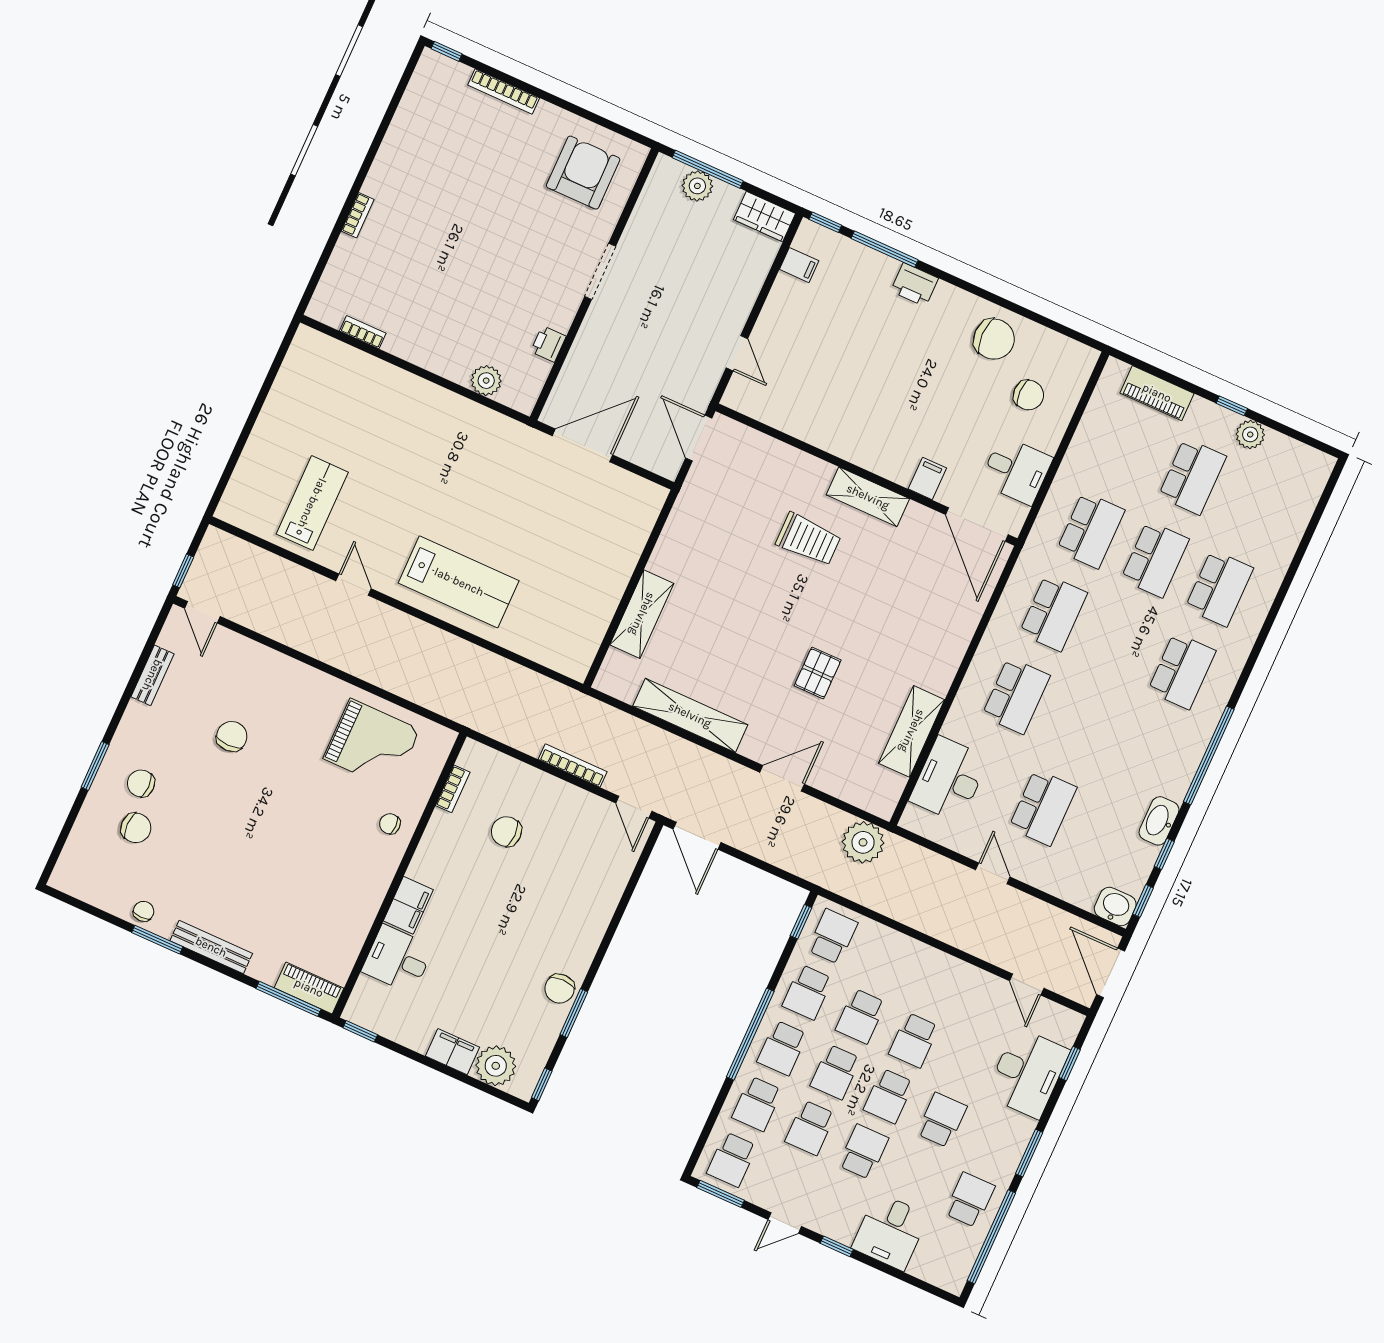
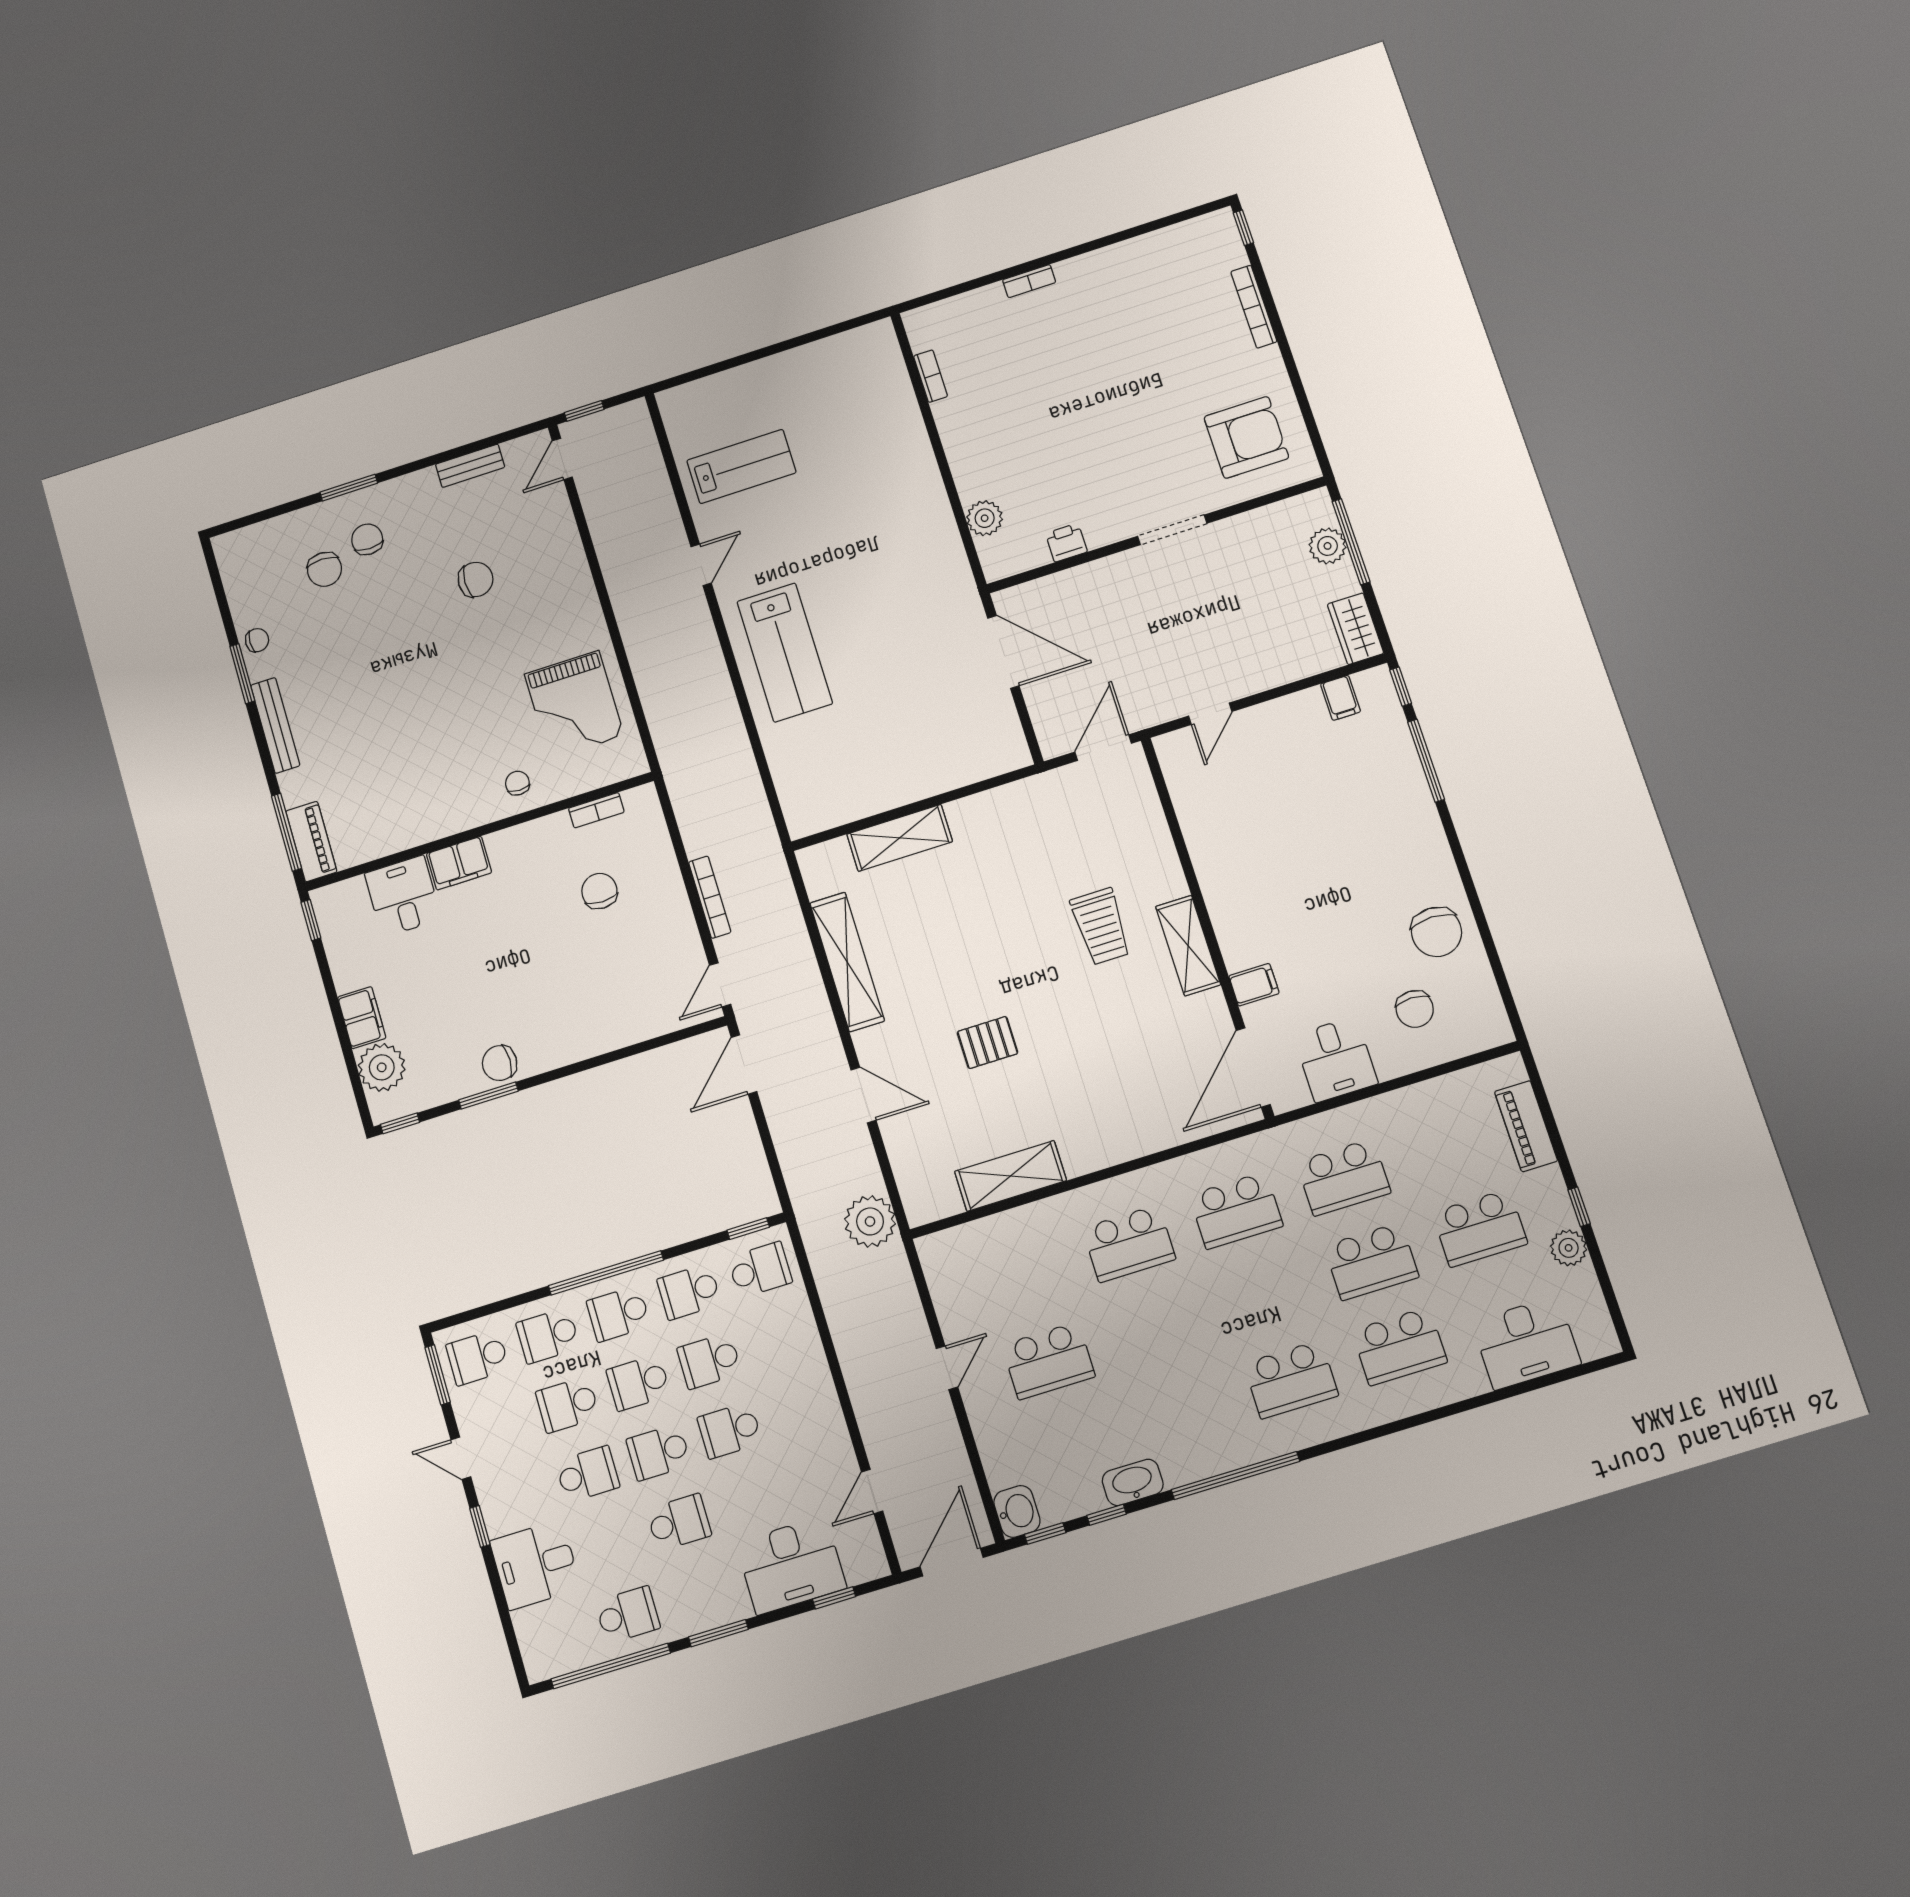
printer: (915, 285) -> (1419, 816), removed
desk: (949, 779) -> (1526, 1343), moved, turned 180

